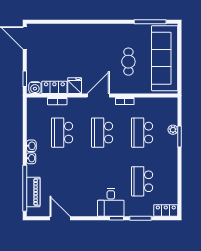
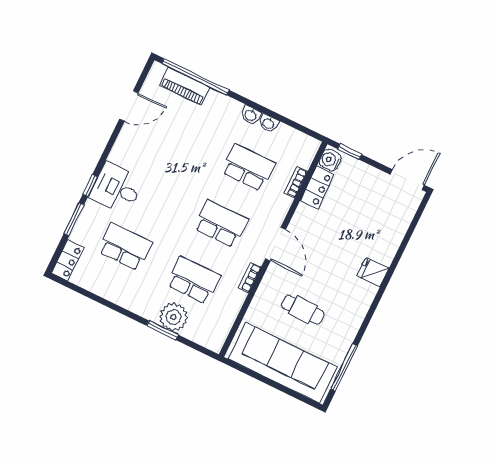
fridge: (75, 86) -> (373, 272), moved, turned 180
plant: (173, 130) -> (174, 317), width x1.88, depth x1.88
washbasin: (31, 158) -> (268, 123), moved

